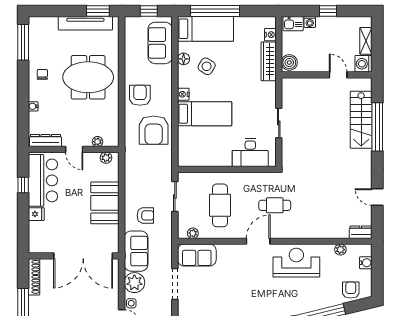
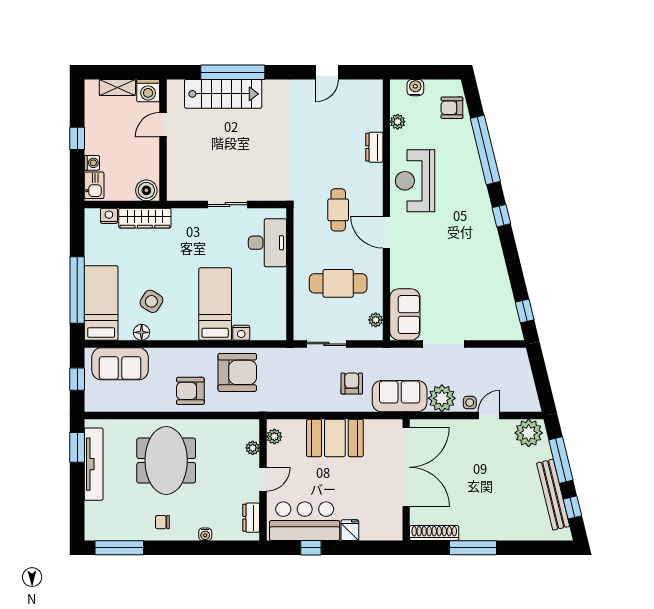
nightstand: (183, 94) -> (241, 333), moved
dresser: (46, 141) -> (251, 518), width x0.70
dresser: (361, 232) -> (374, 147), moved

